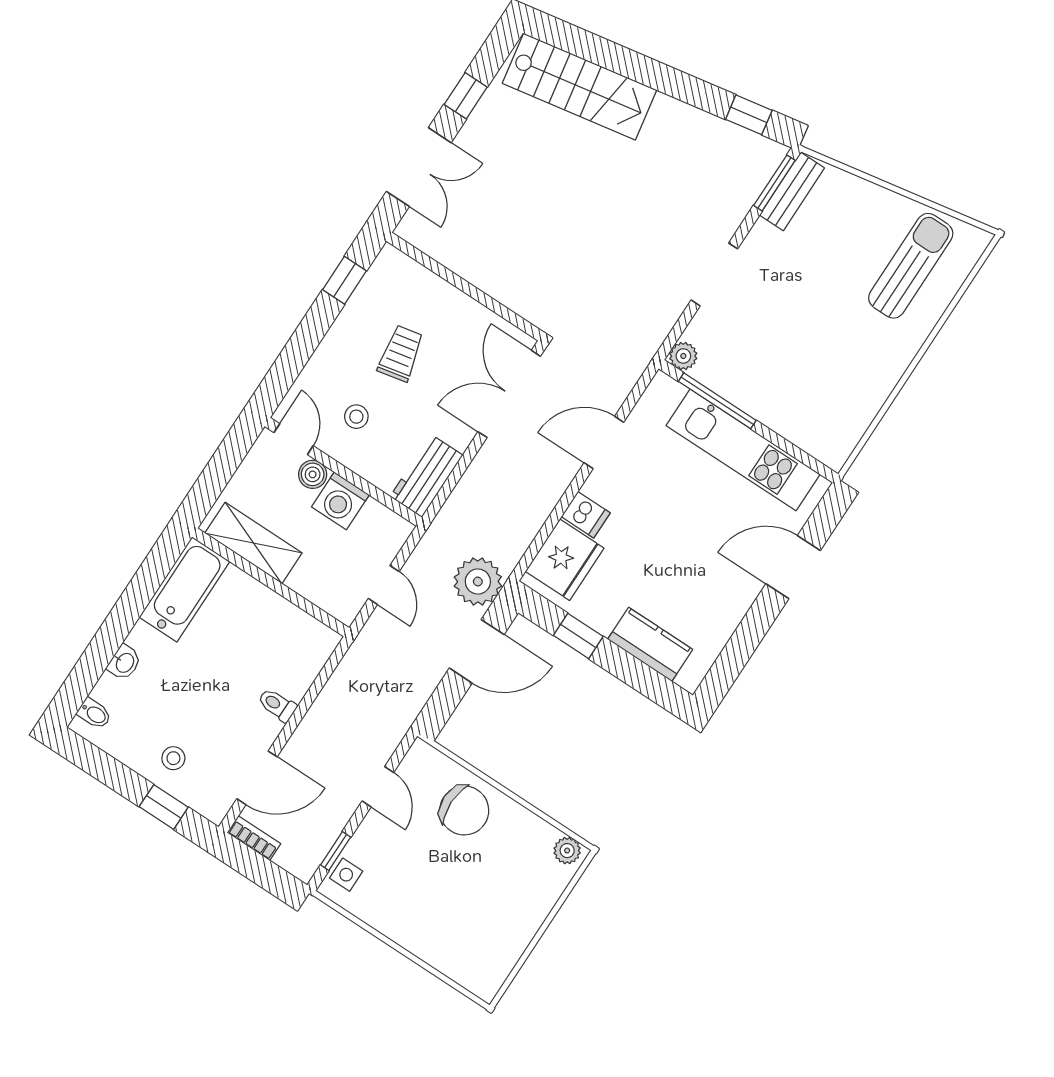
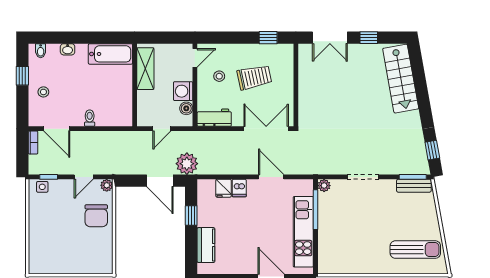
trolley: (401, 353) -> (254, 77), width x1.36, depth x1.39
boiler: (313, 474) -> (186, 108), moved
fridge: (565, 560) -> (224, 188), width x0.53, depth x0.75
window: (164, 807) -> (22, 76), moved
plant: (567, 851) -> (107, 185), moved

